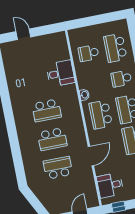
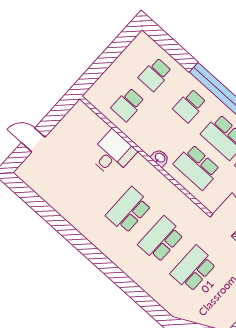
school desk: (115, 48) -> (155, 75), width x0.54
school desk: (47, 110) -> (129, 210), turned 180
school desk: (52, 139) -> (161, 239), turned 180

